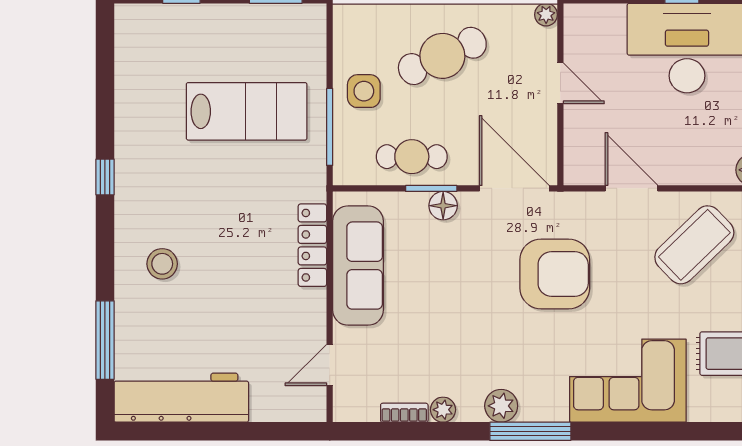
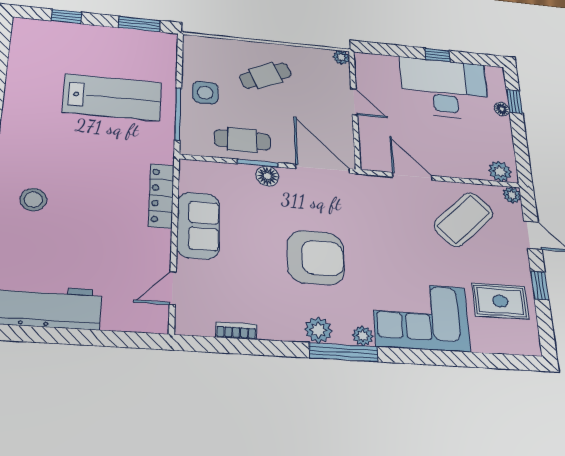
cafe table: (442, 56) -> (265, 76), width x0.73, depth x0.74
sofa: (358, 266) -> (198, 225), width x0.73
armchair: (555, 274) -> (316, 258), moved
plant: (443, 410) -> (363, 336), moved

